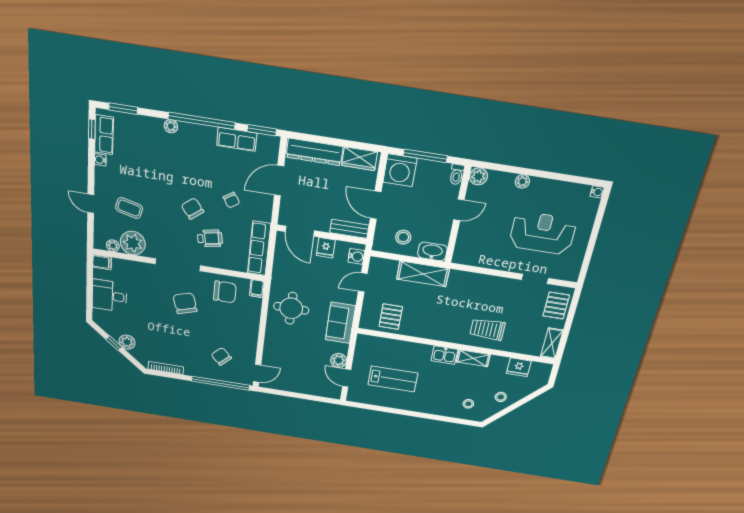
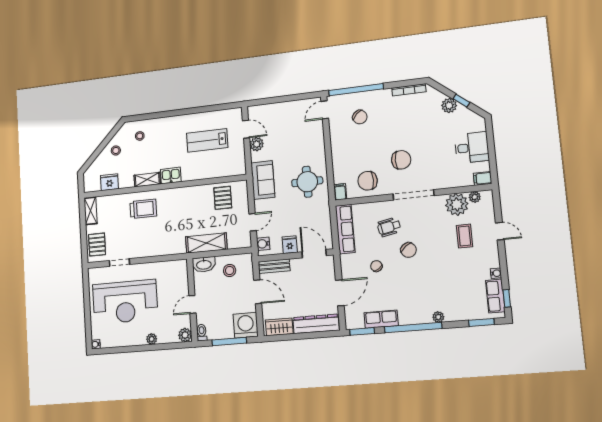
coffee table: (129, 208) -> (465, 236), turned 76
reception desk: (542, 233) -> (125, 302), width x1.36, depth x1.30
chair: (185, 303) -> (401, 160), turned -73

